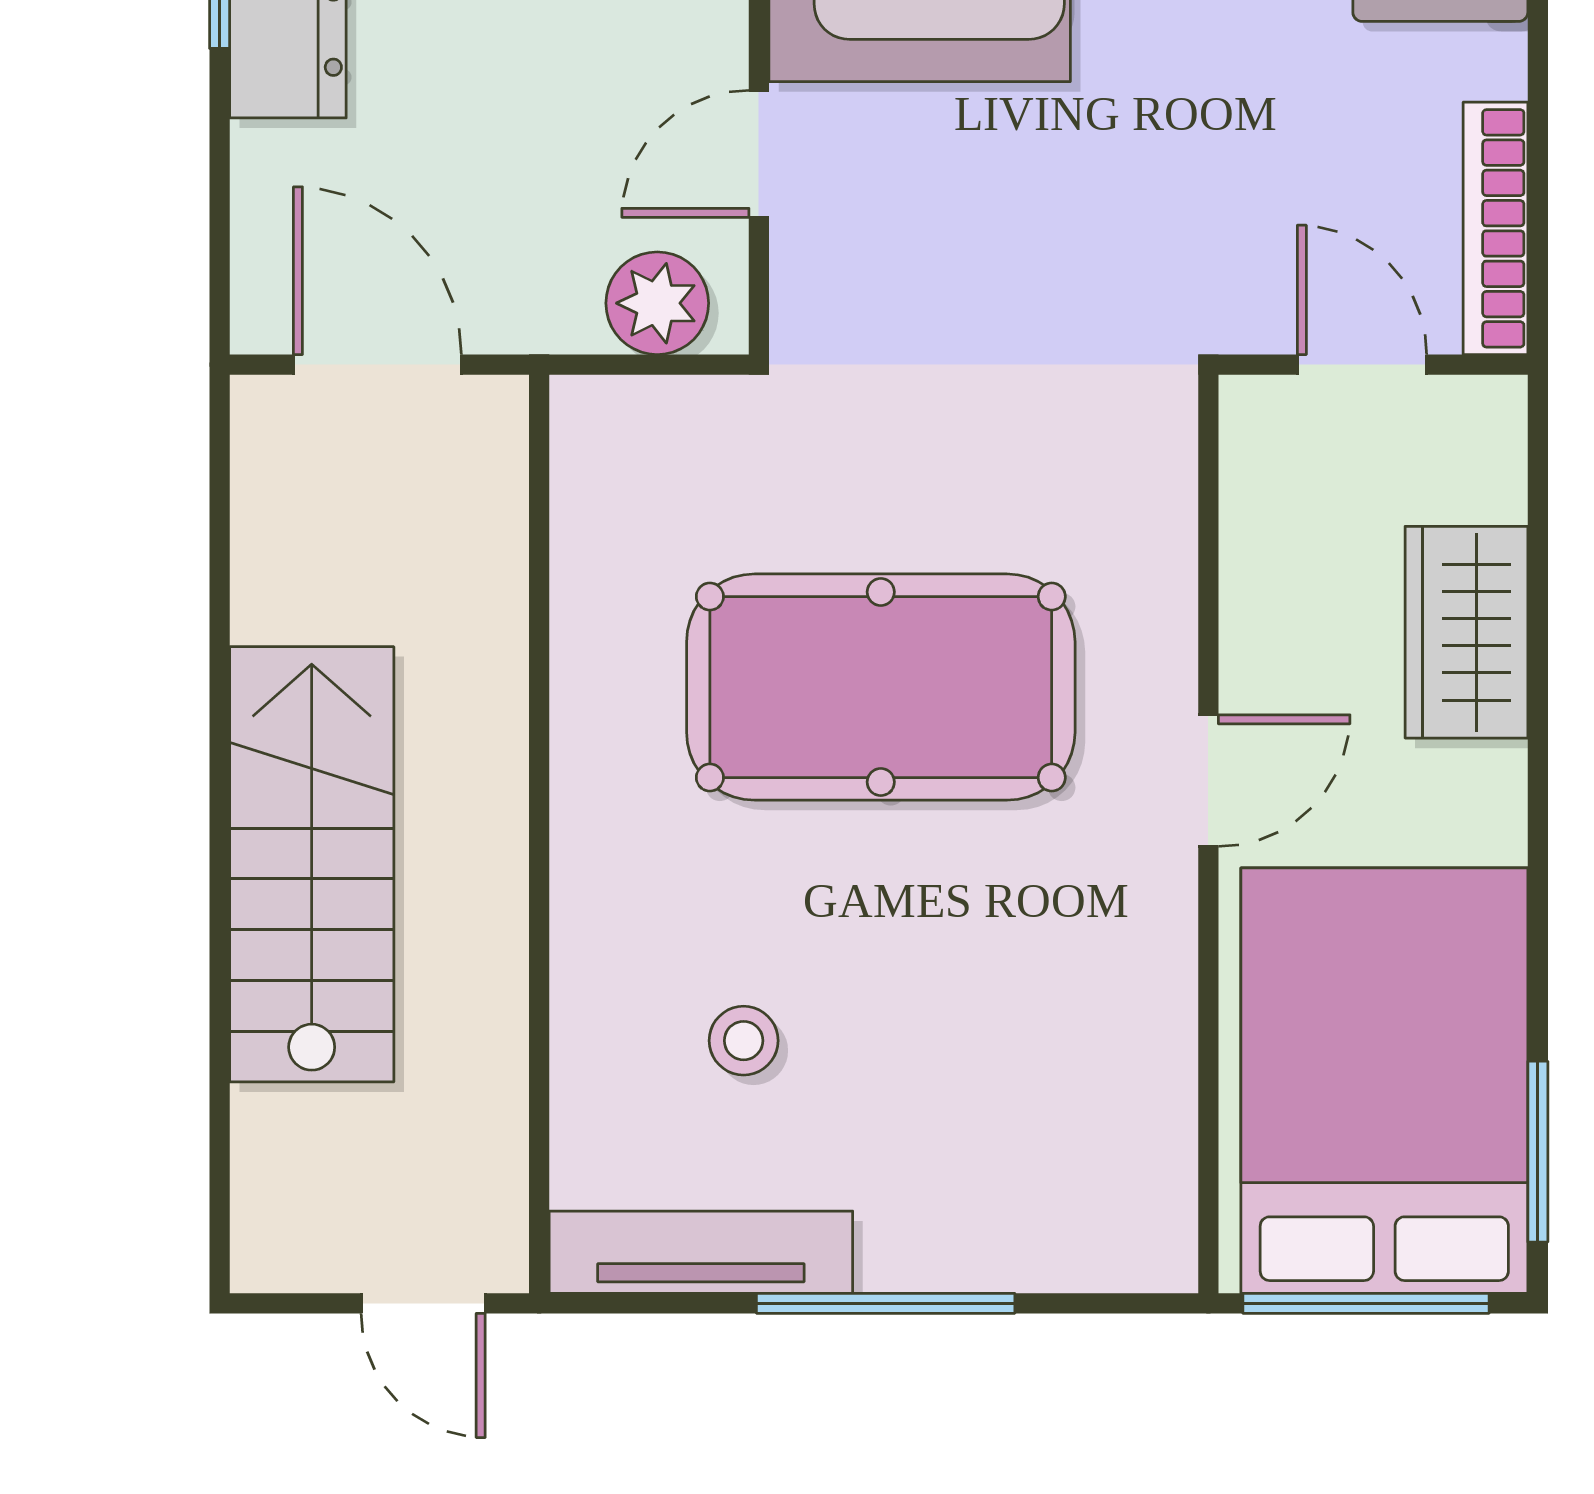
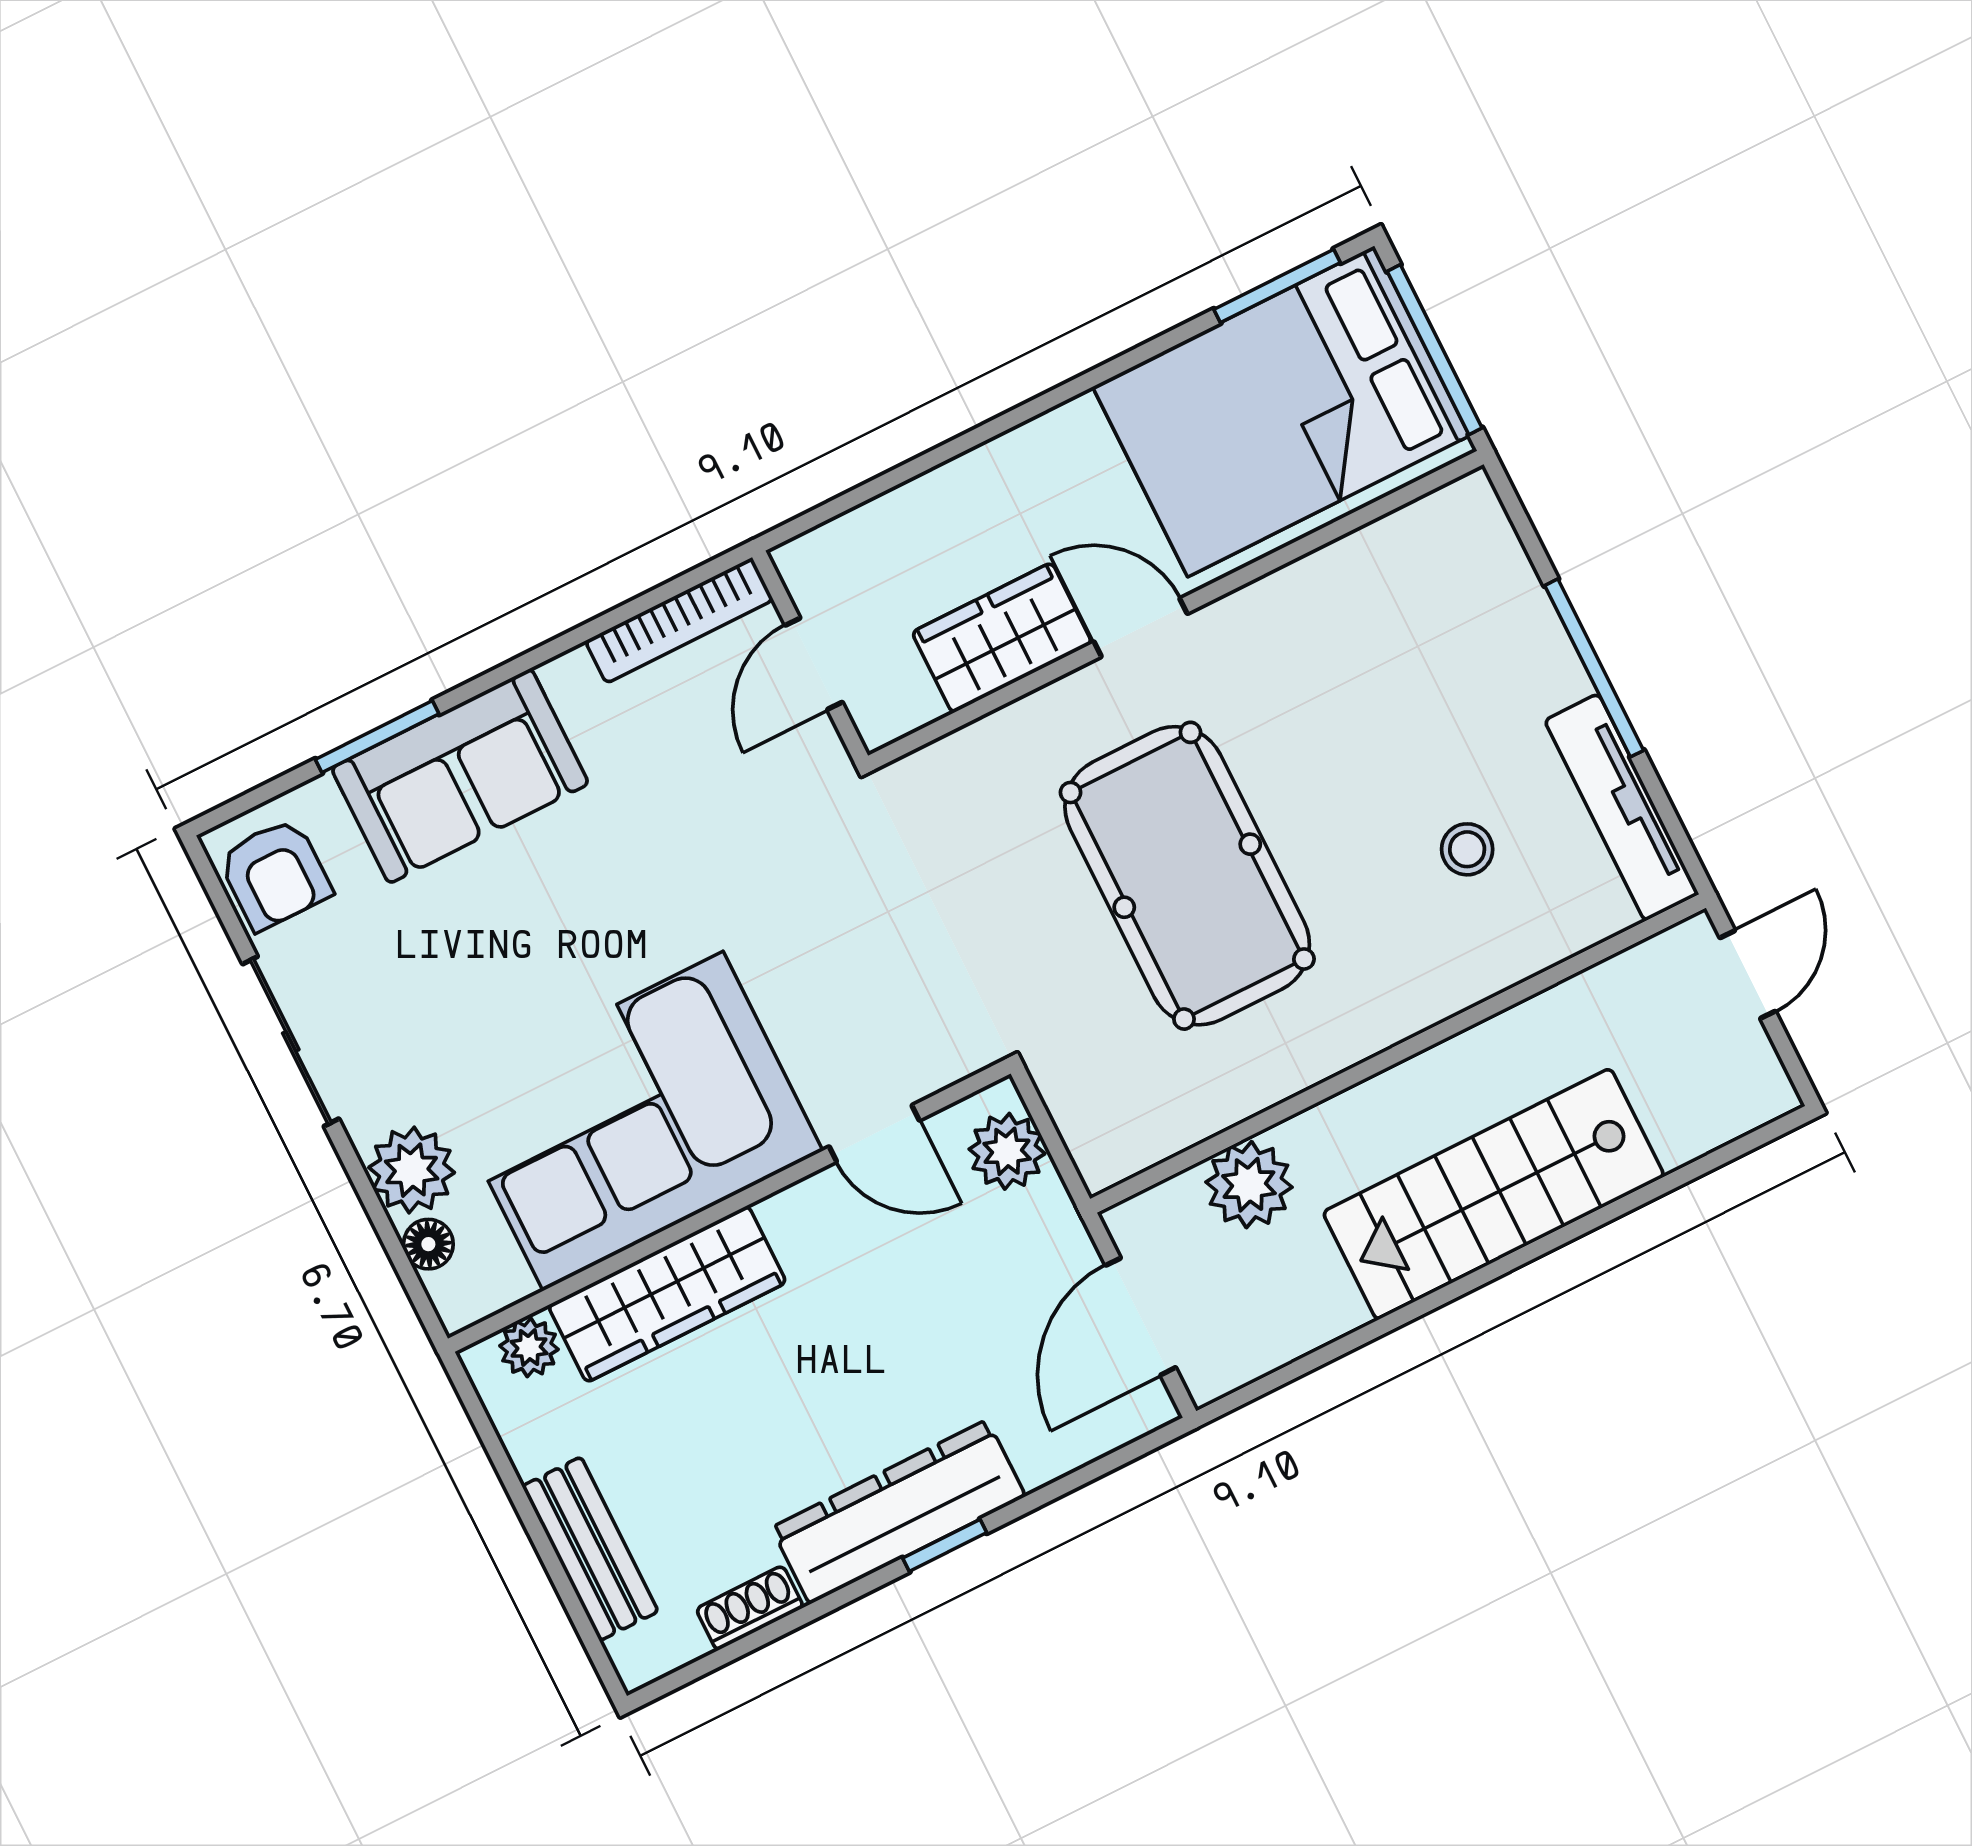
plant: (471, 575) -> (1249, 1185), added
wardrobe: (1466, 632) -> (1002, 638), moved, turned 180

